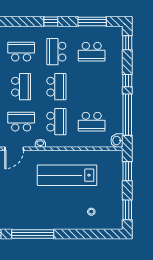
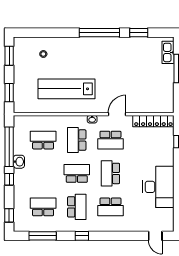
school desk: (56, 87) -> (77, 173), turned 90
washbasin: (117, 140) -> (19, 162), moved
lab bench: (67, 175) -> (67, 89), turned 180

